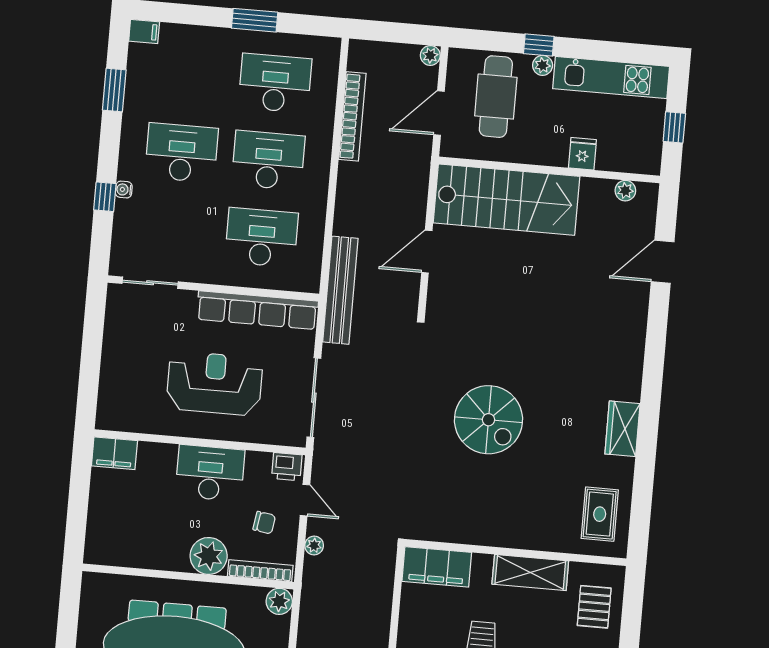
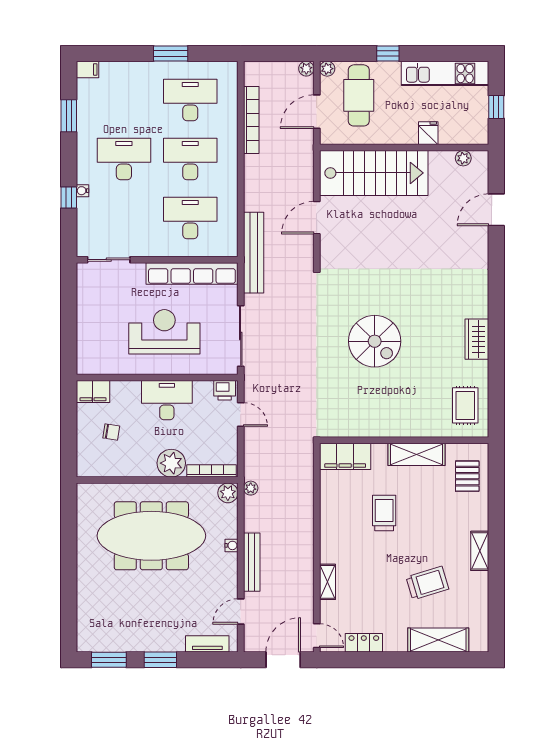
plant: (543, 65) -> (327, 69), moved
chair: (264, 523) -> (111, 432), moved
plant: (314, 545) -> (251, 488), moved

